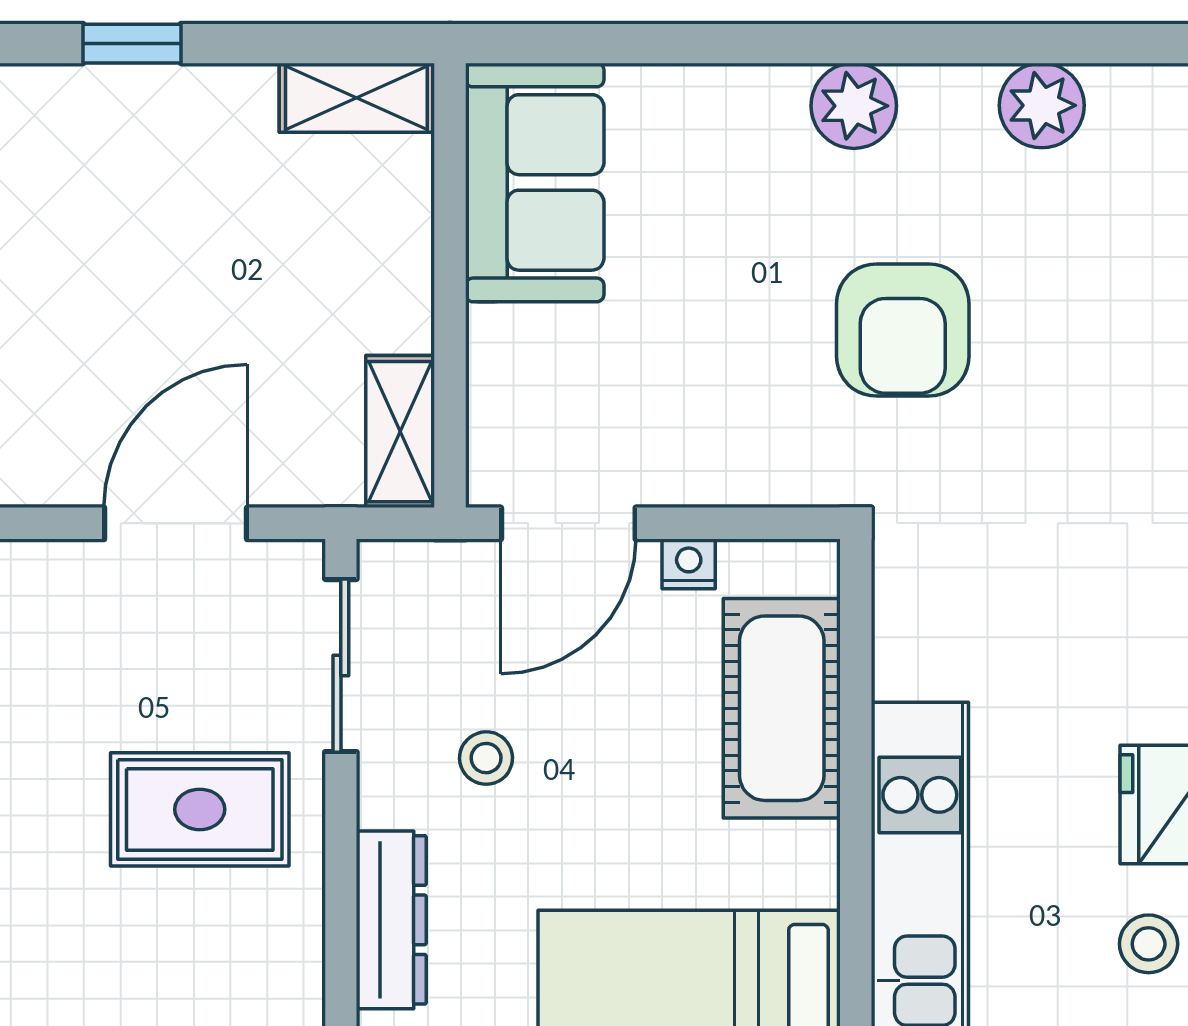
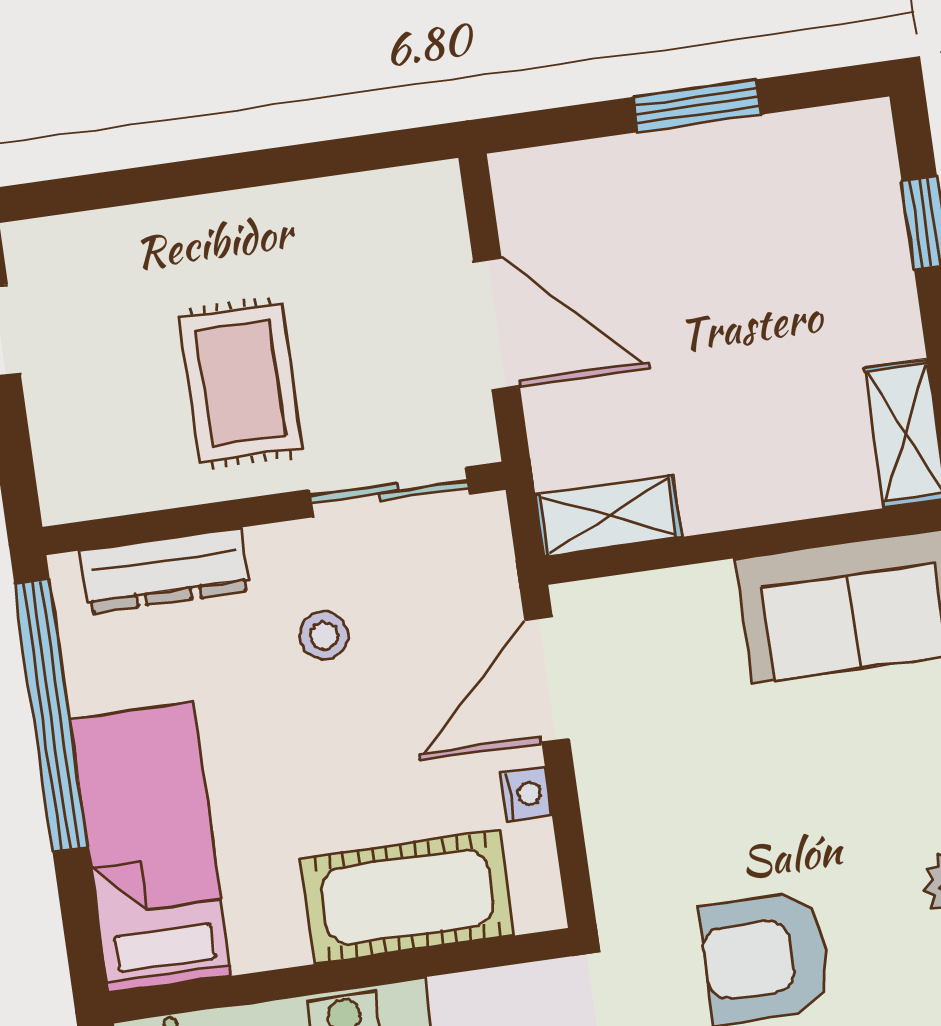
door: (568, 523) -> (547, 680), hinge flipped

